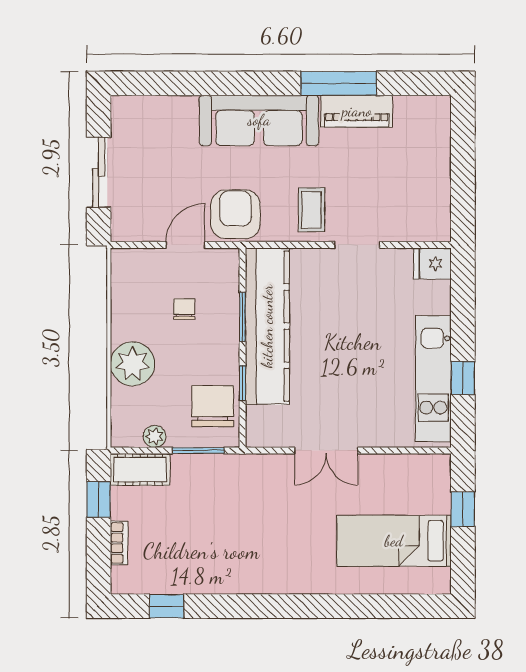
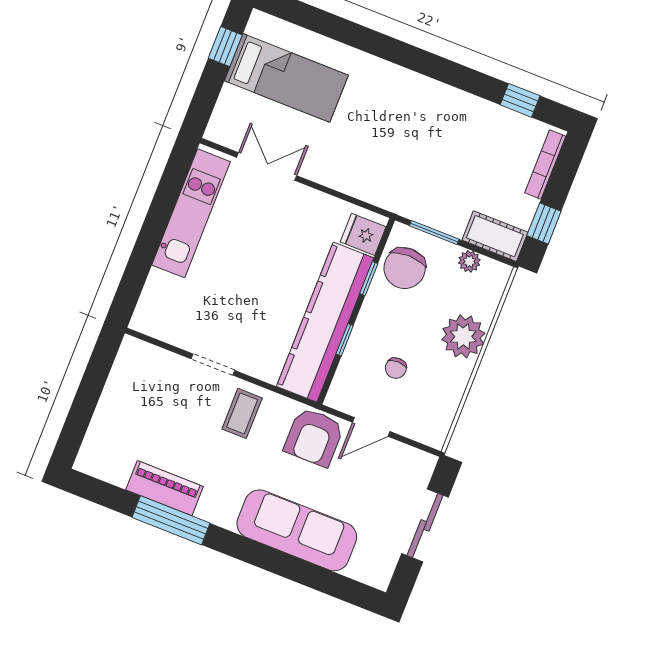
sofa: (259, 120) -> (297, 530), moved
fridge: (432, 264) -> (363, 234), moved, turned 180
window: (243, 317) -> (345, 340), width x0.67
window: (463, 378) -> (164, 203), removed
double door: (326, 451) -> (267, 166), moved
window: (463, 509) -> (225, 47), moved
bookcase: (119, 543) -> (545, 165), width x1.56

